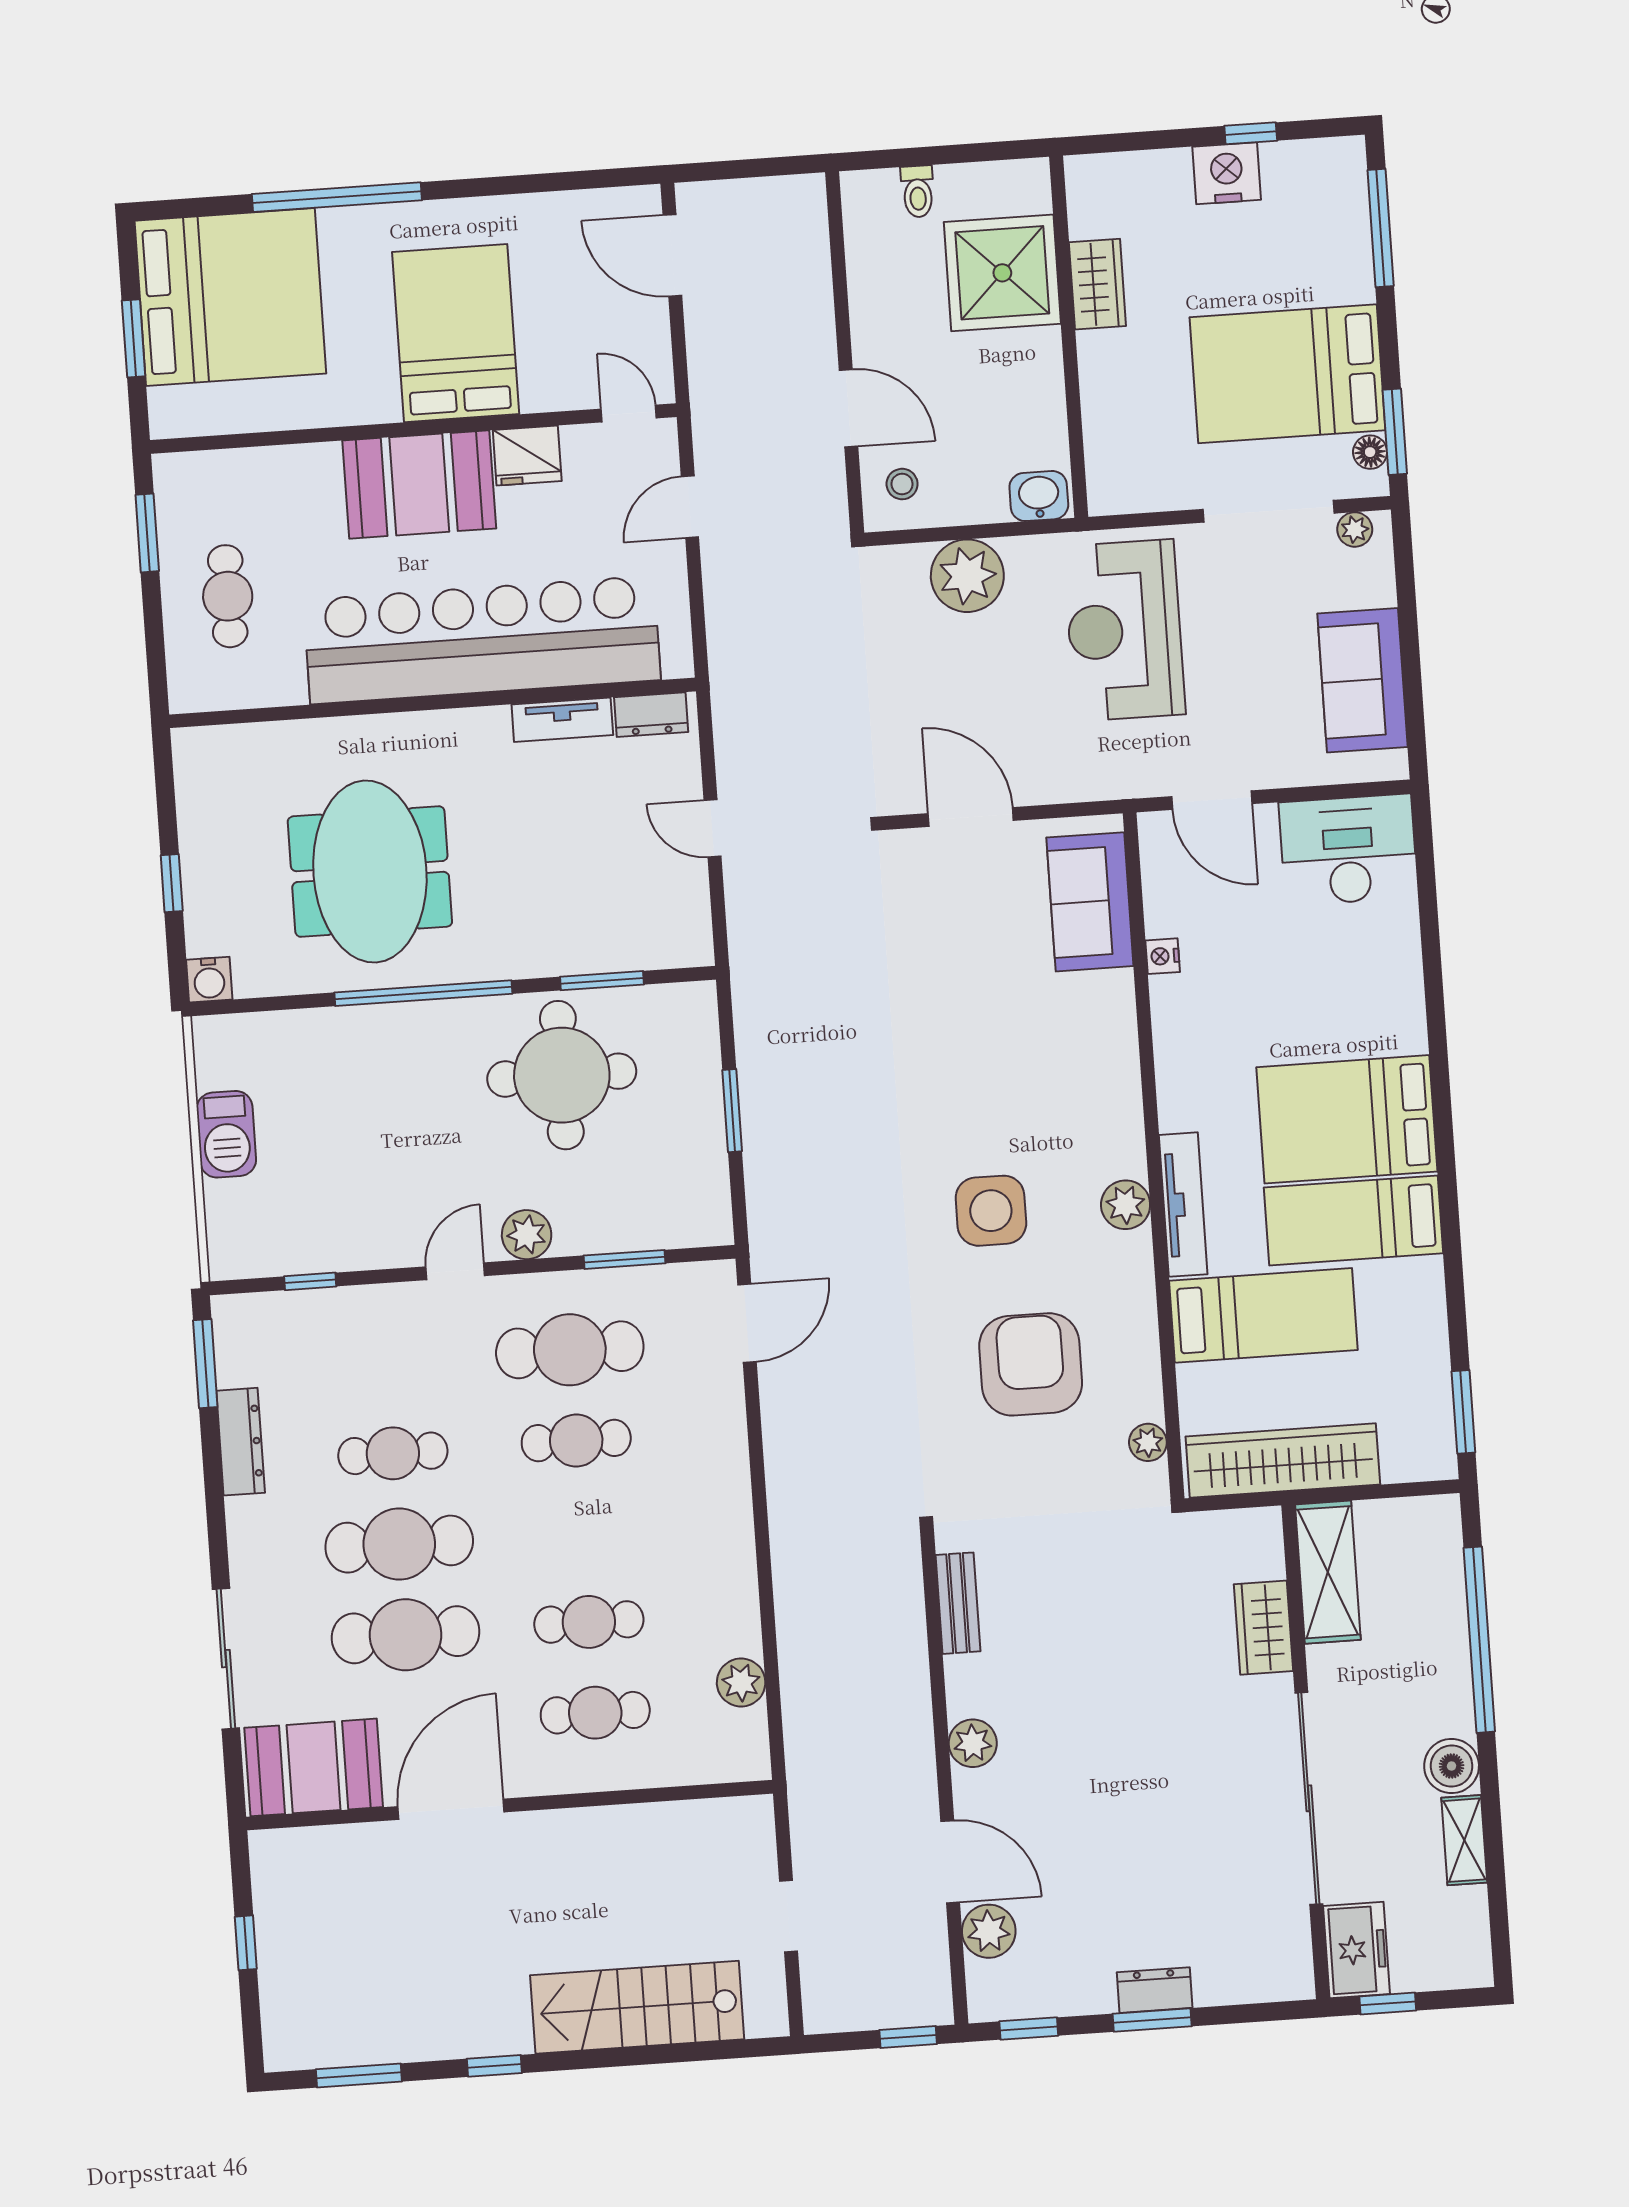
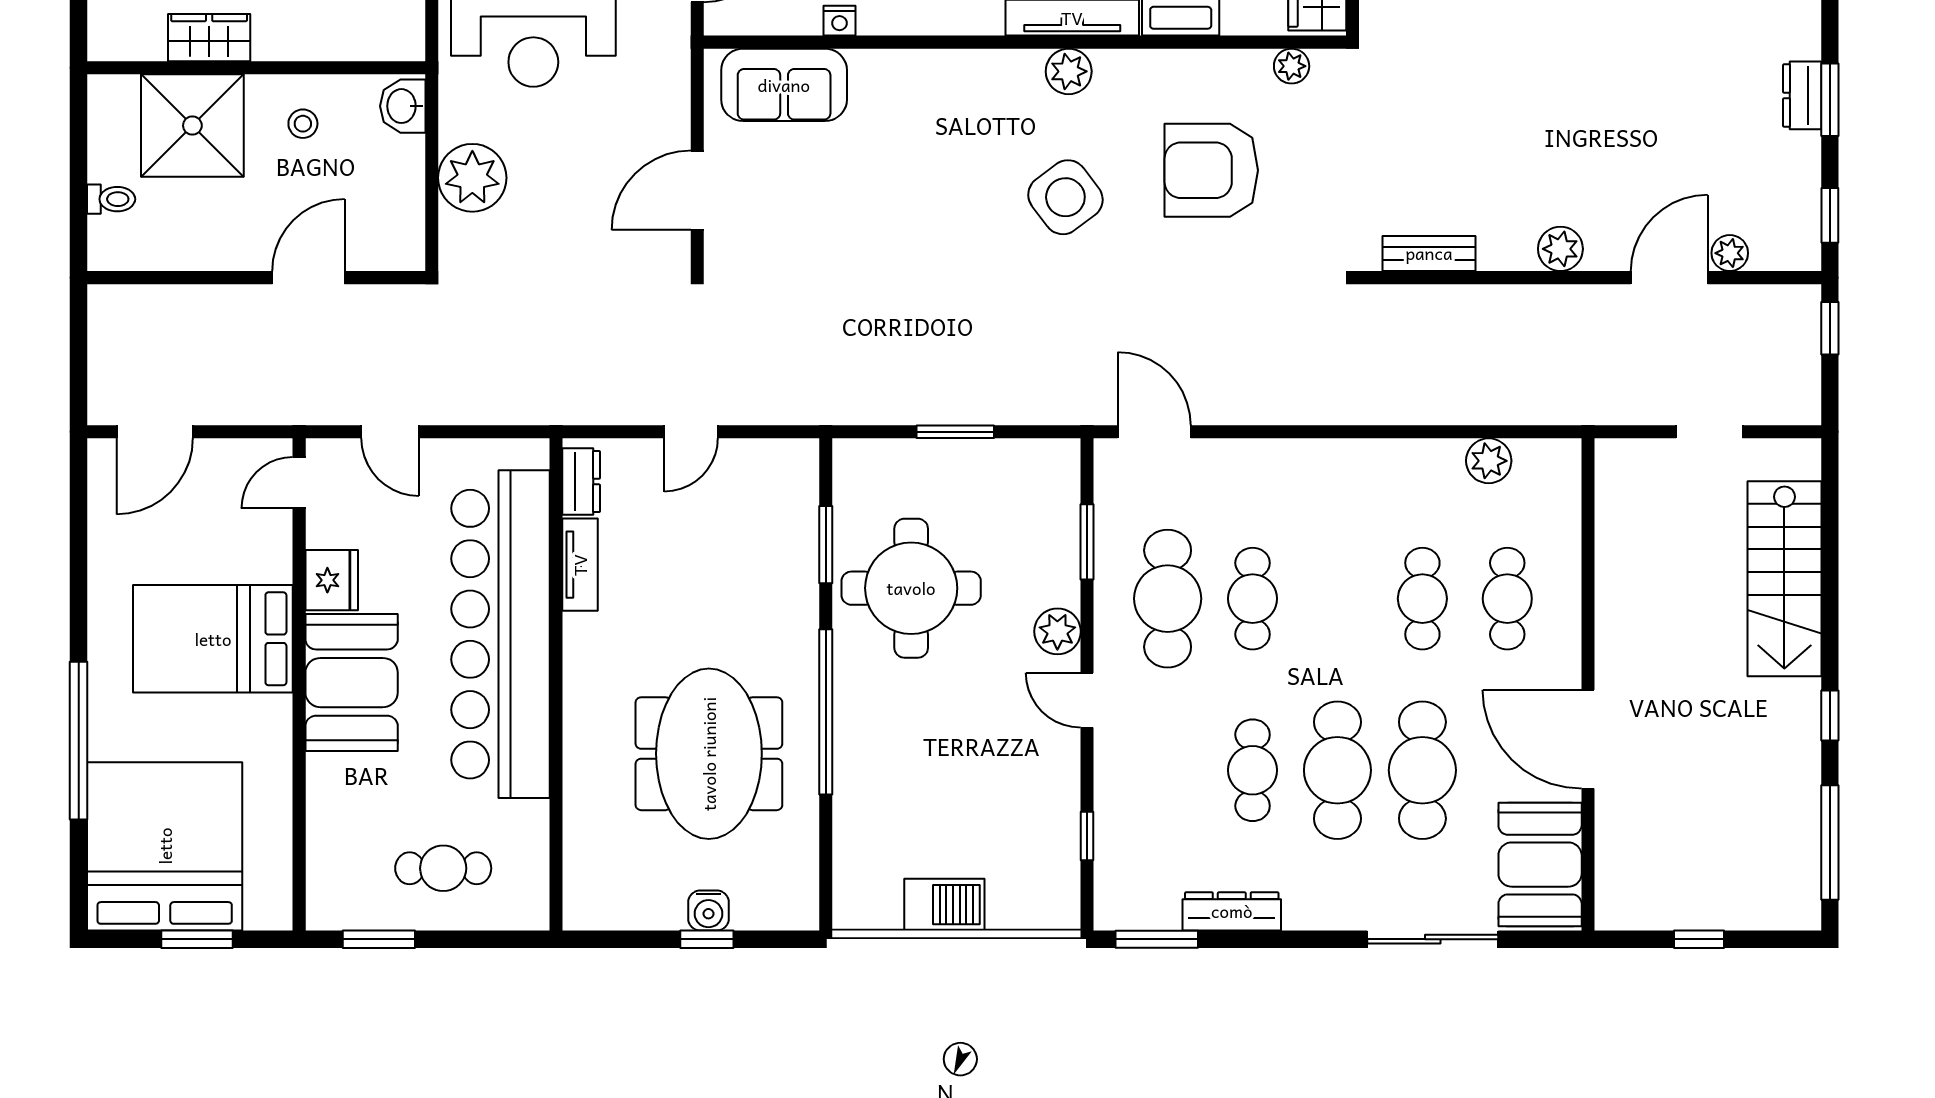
stool: (902, 484) -> (303, 124), moved
meeting table: (370, 872) -> (709, 754), turned 90
water cooler: (209, 980) -> (708, 910), moved, turned 90
side table: (991, 1211) -> (1065, 197), turned -37
plant: (989, 1931) -> (1730, 253), width x0.73, depth x0.73
window: (359, 2075) -> (1830, 843), width x1.44

